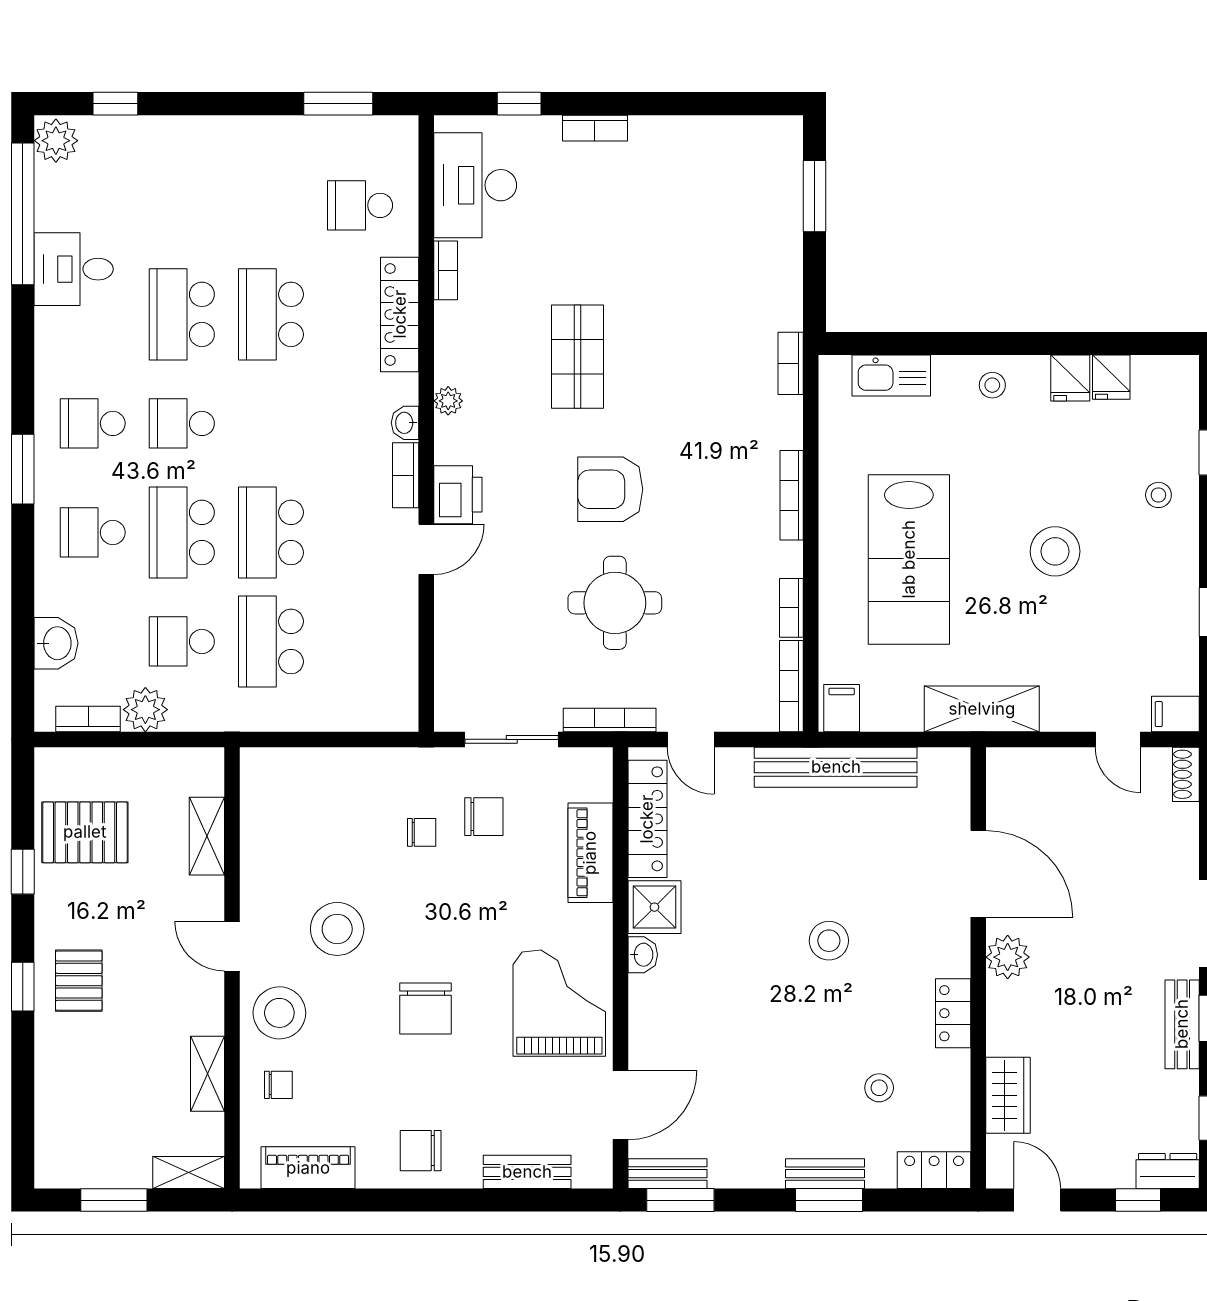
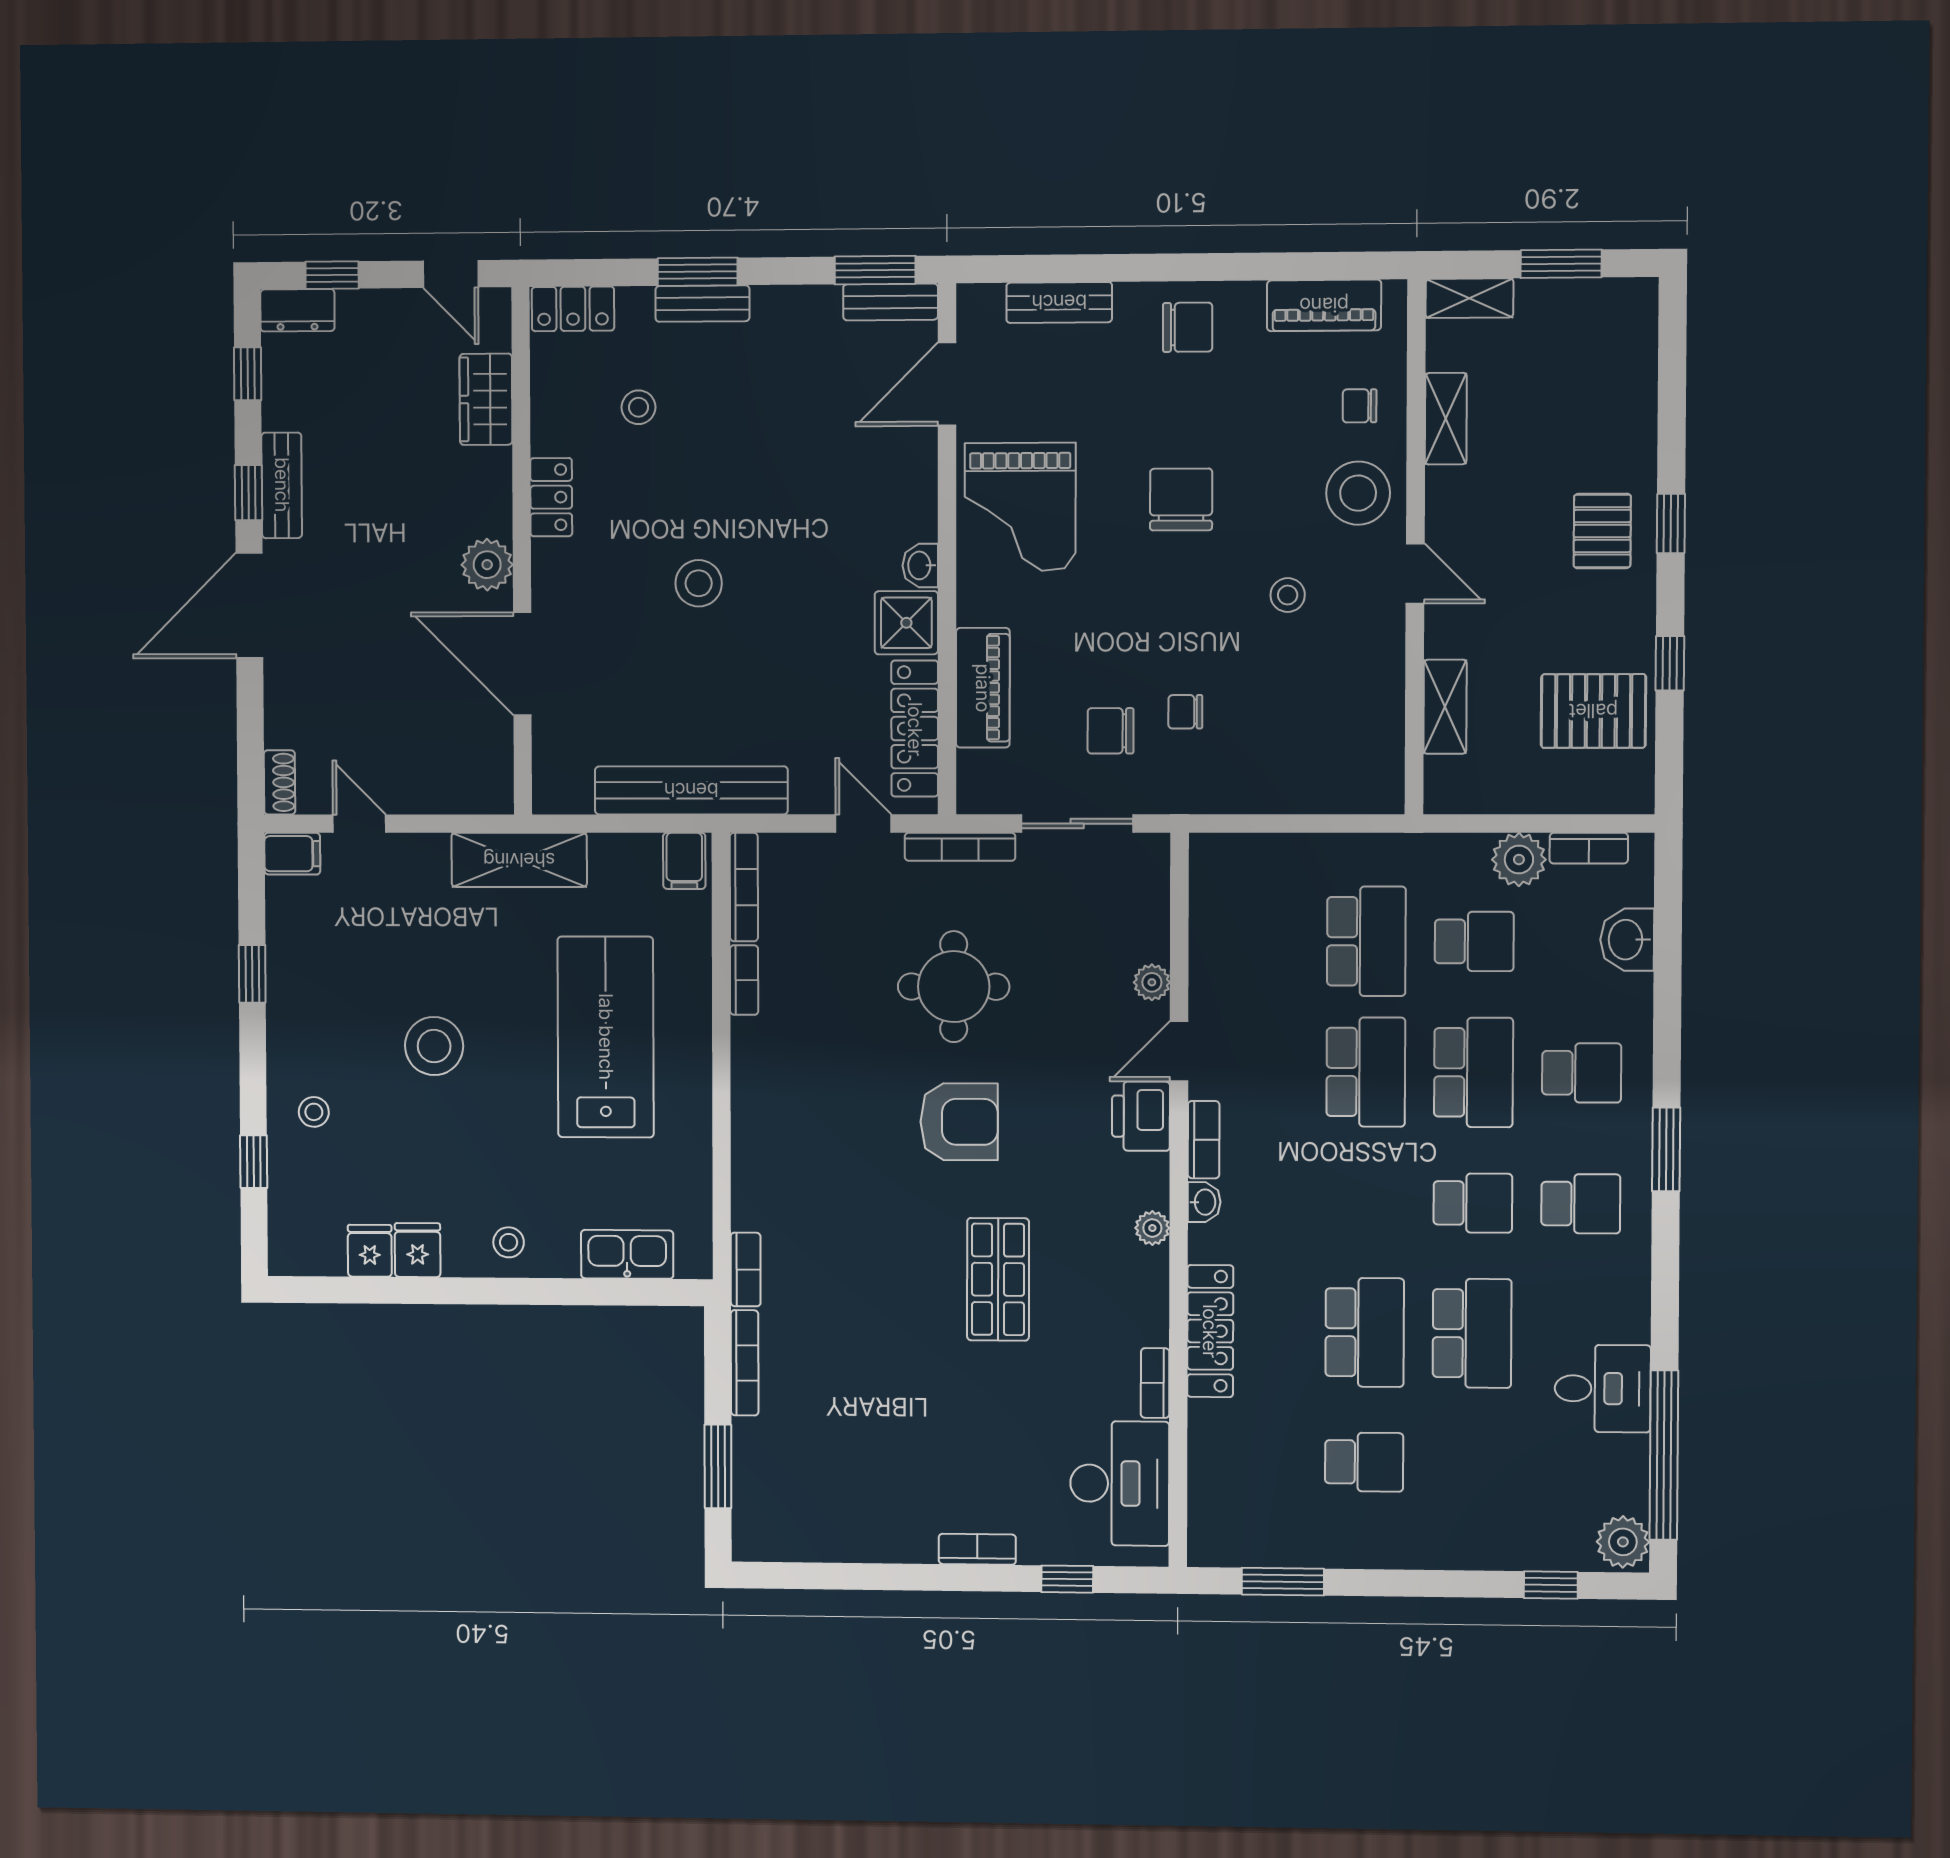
school desk: (360, 205) -> (1364, 1462), moved
bookcase: (792, 495) -> (745, 1363), moved
plant: (449, 607) -> (1152, 982), added
stool: (337, 929) -> (1288, 595), width x0.53, depth x0.53

